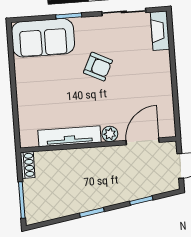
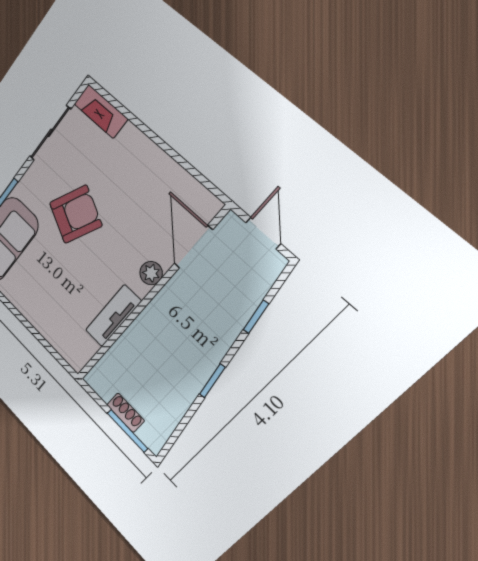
armchair: (98, 67) -> (76, 214), width x1.38, depth x1.38
tv unit: (69, 136) -> (113, 316), width x0.71
shoe rack: (28, 165) -> (126, 413), moved

